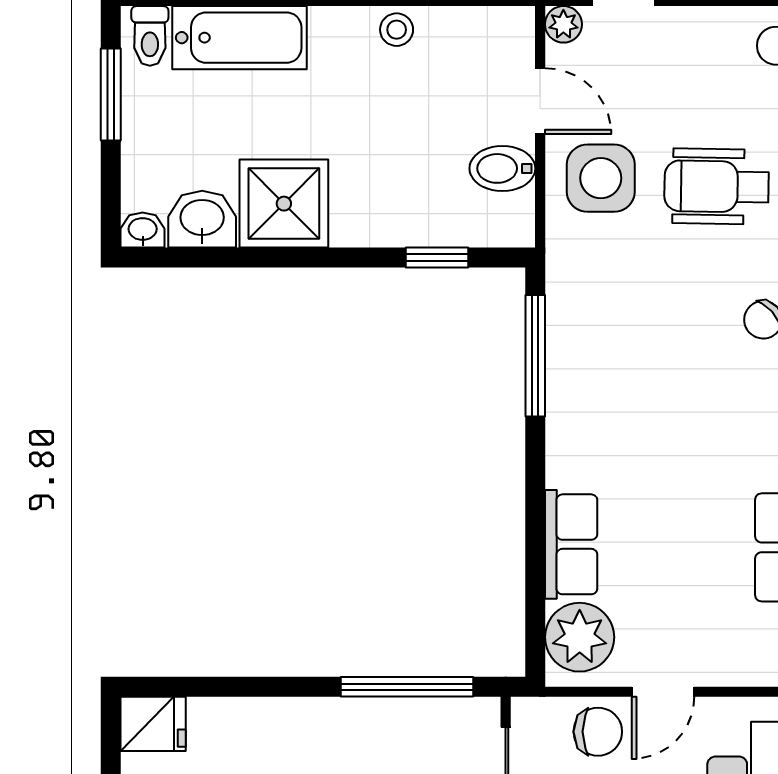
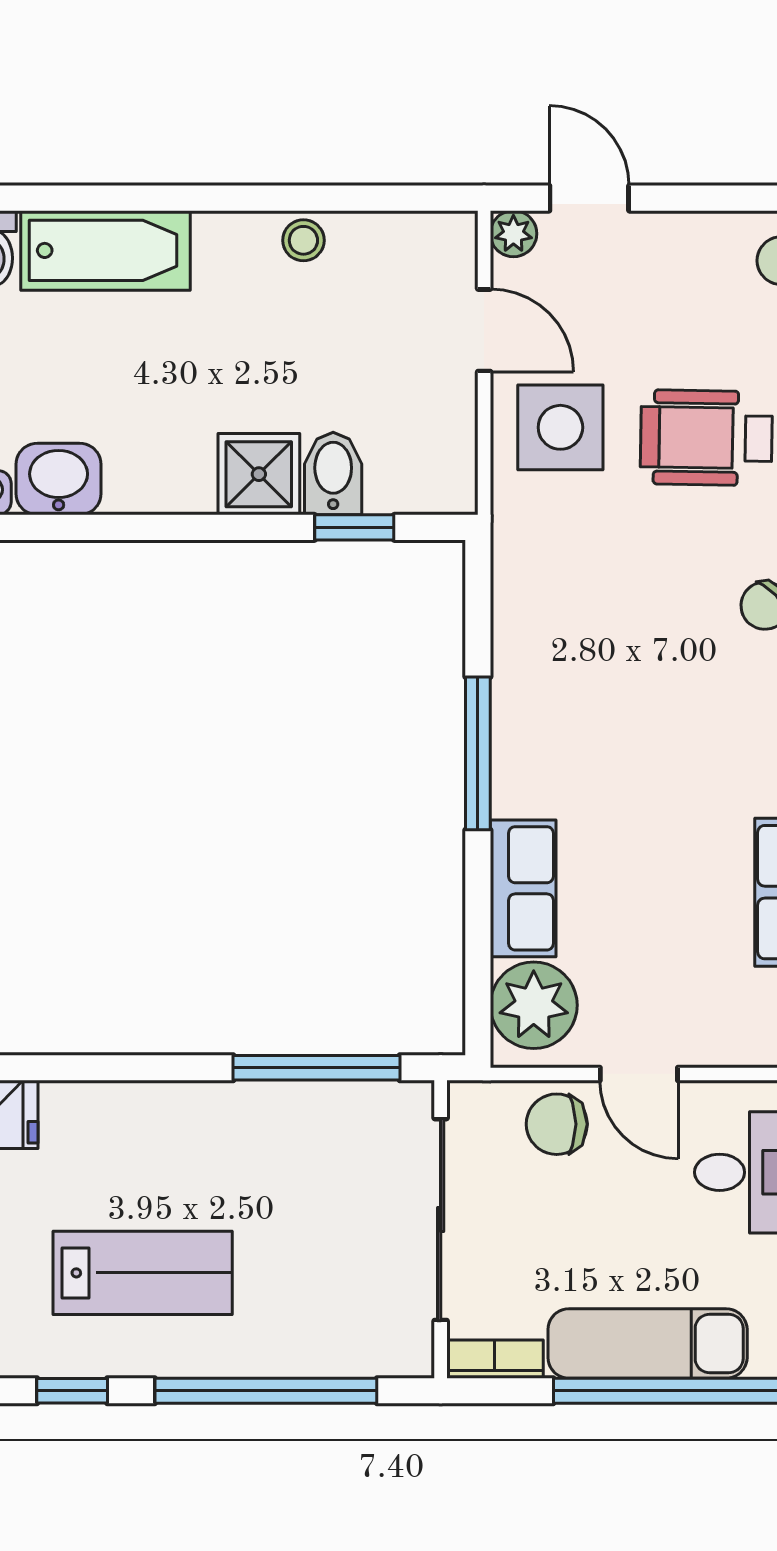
bidet: (502, 168) -> (333, 474), moved, turned 90
shower: (284, 204) -> (259, 474), moved, width x0.73, depth x0.73
window: (535, 356) -> (478, 753), moved
door: (663, 692) -> (639, 1074), hinge flipped
chair: (598, 732) -> (557, 1124), turned 180

